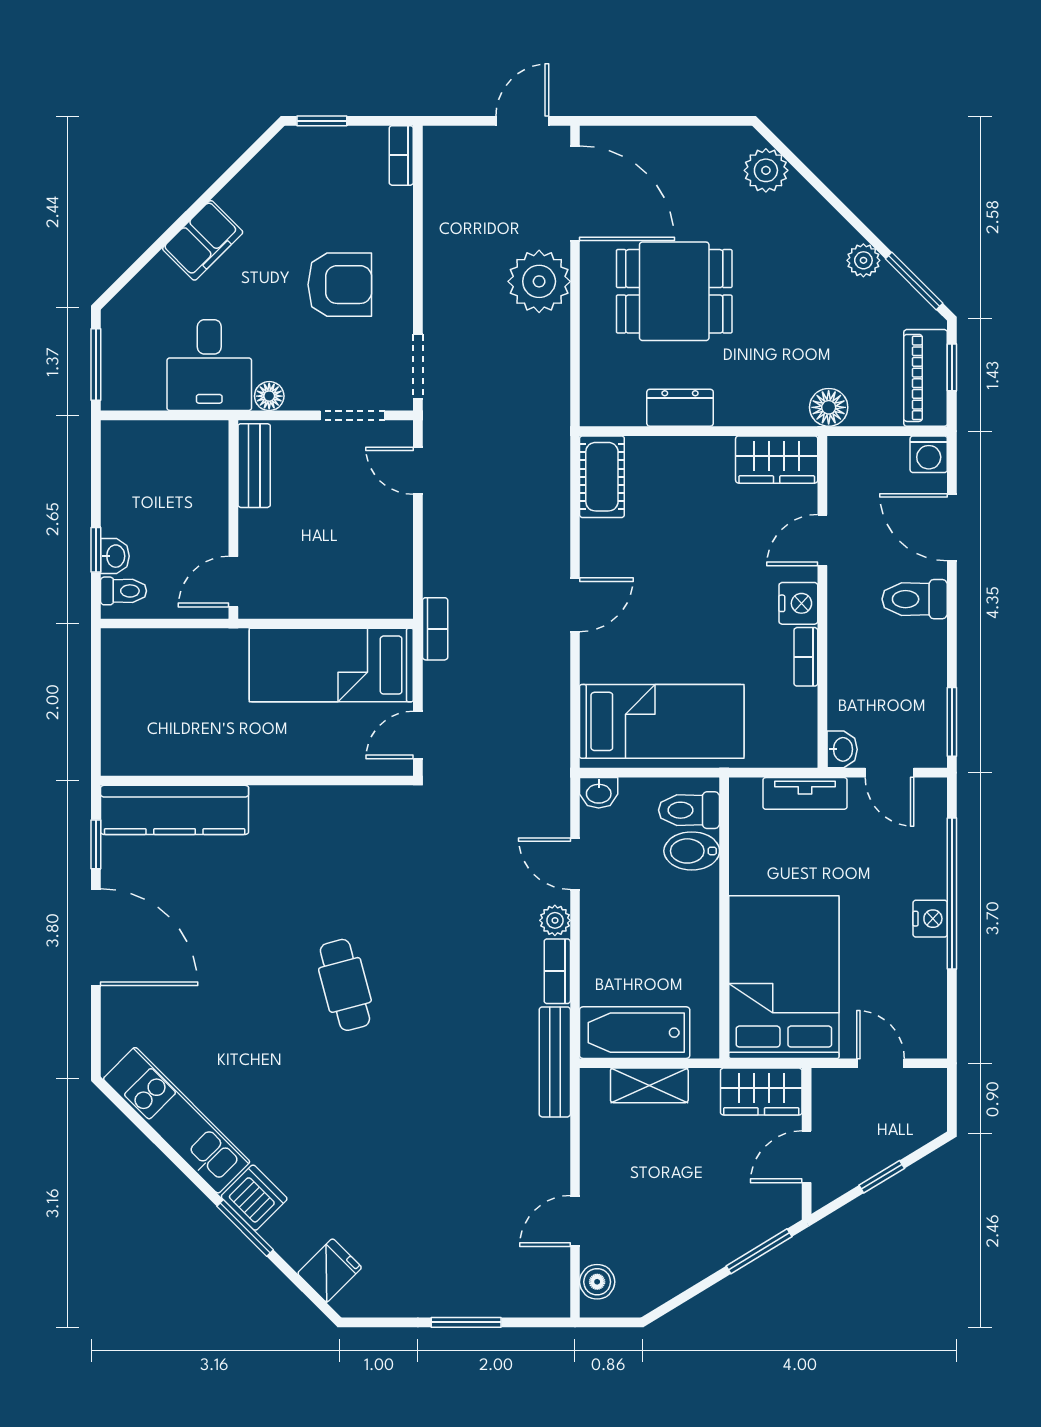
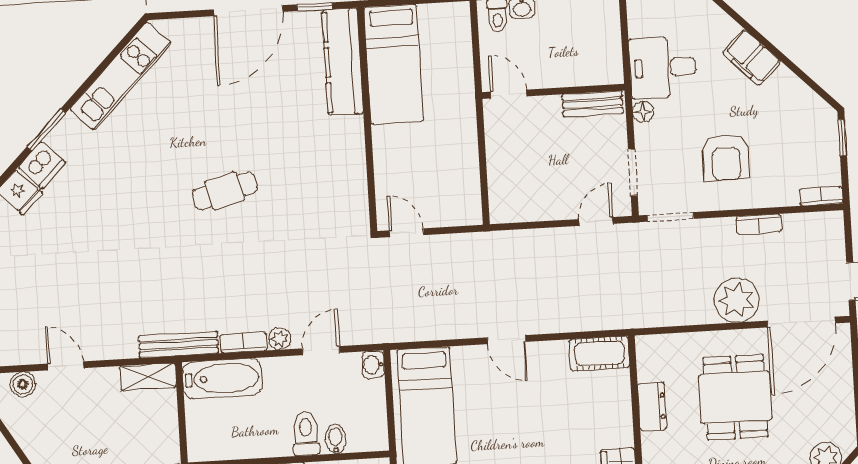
bookcase: (435, 629) -> (759, 224), moved
bed: (331, 665) -> (394, 64), moved, turned 180
toilet: (689, 810) -> (306, 433), moved
bidet: (692, 851) -> (336, 439), width x0.72, depth x0.74
bathtub: (635, 1033) -> (222, 378), moved, turned 90
shelving: (649, 1085) -> (148, 377), moved, turned 90
dishwasher: (254, 1198) -> (42, 165), moved

